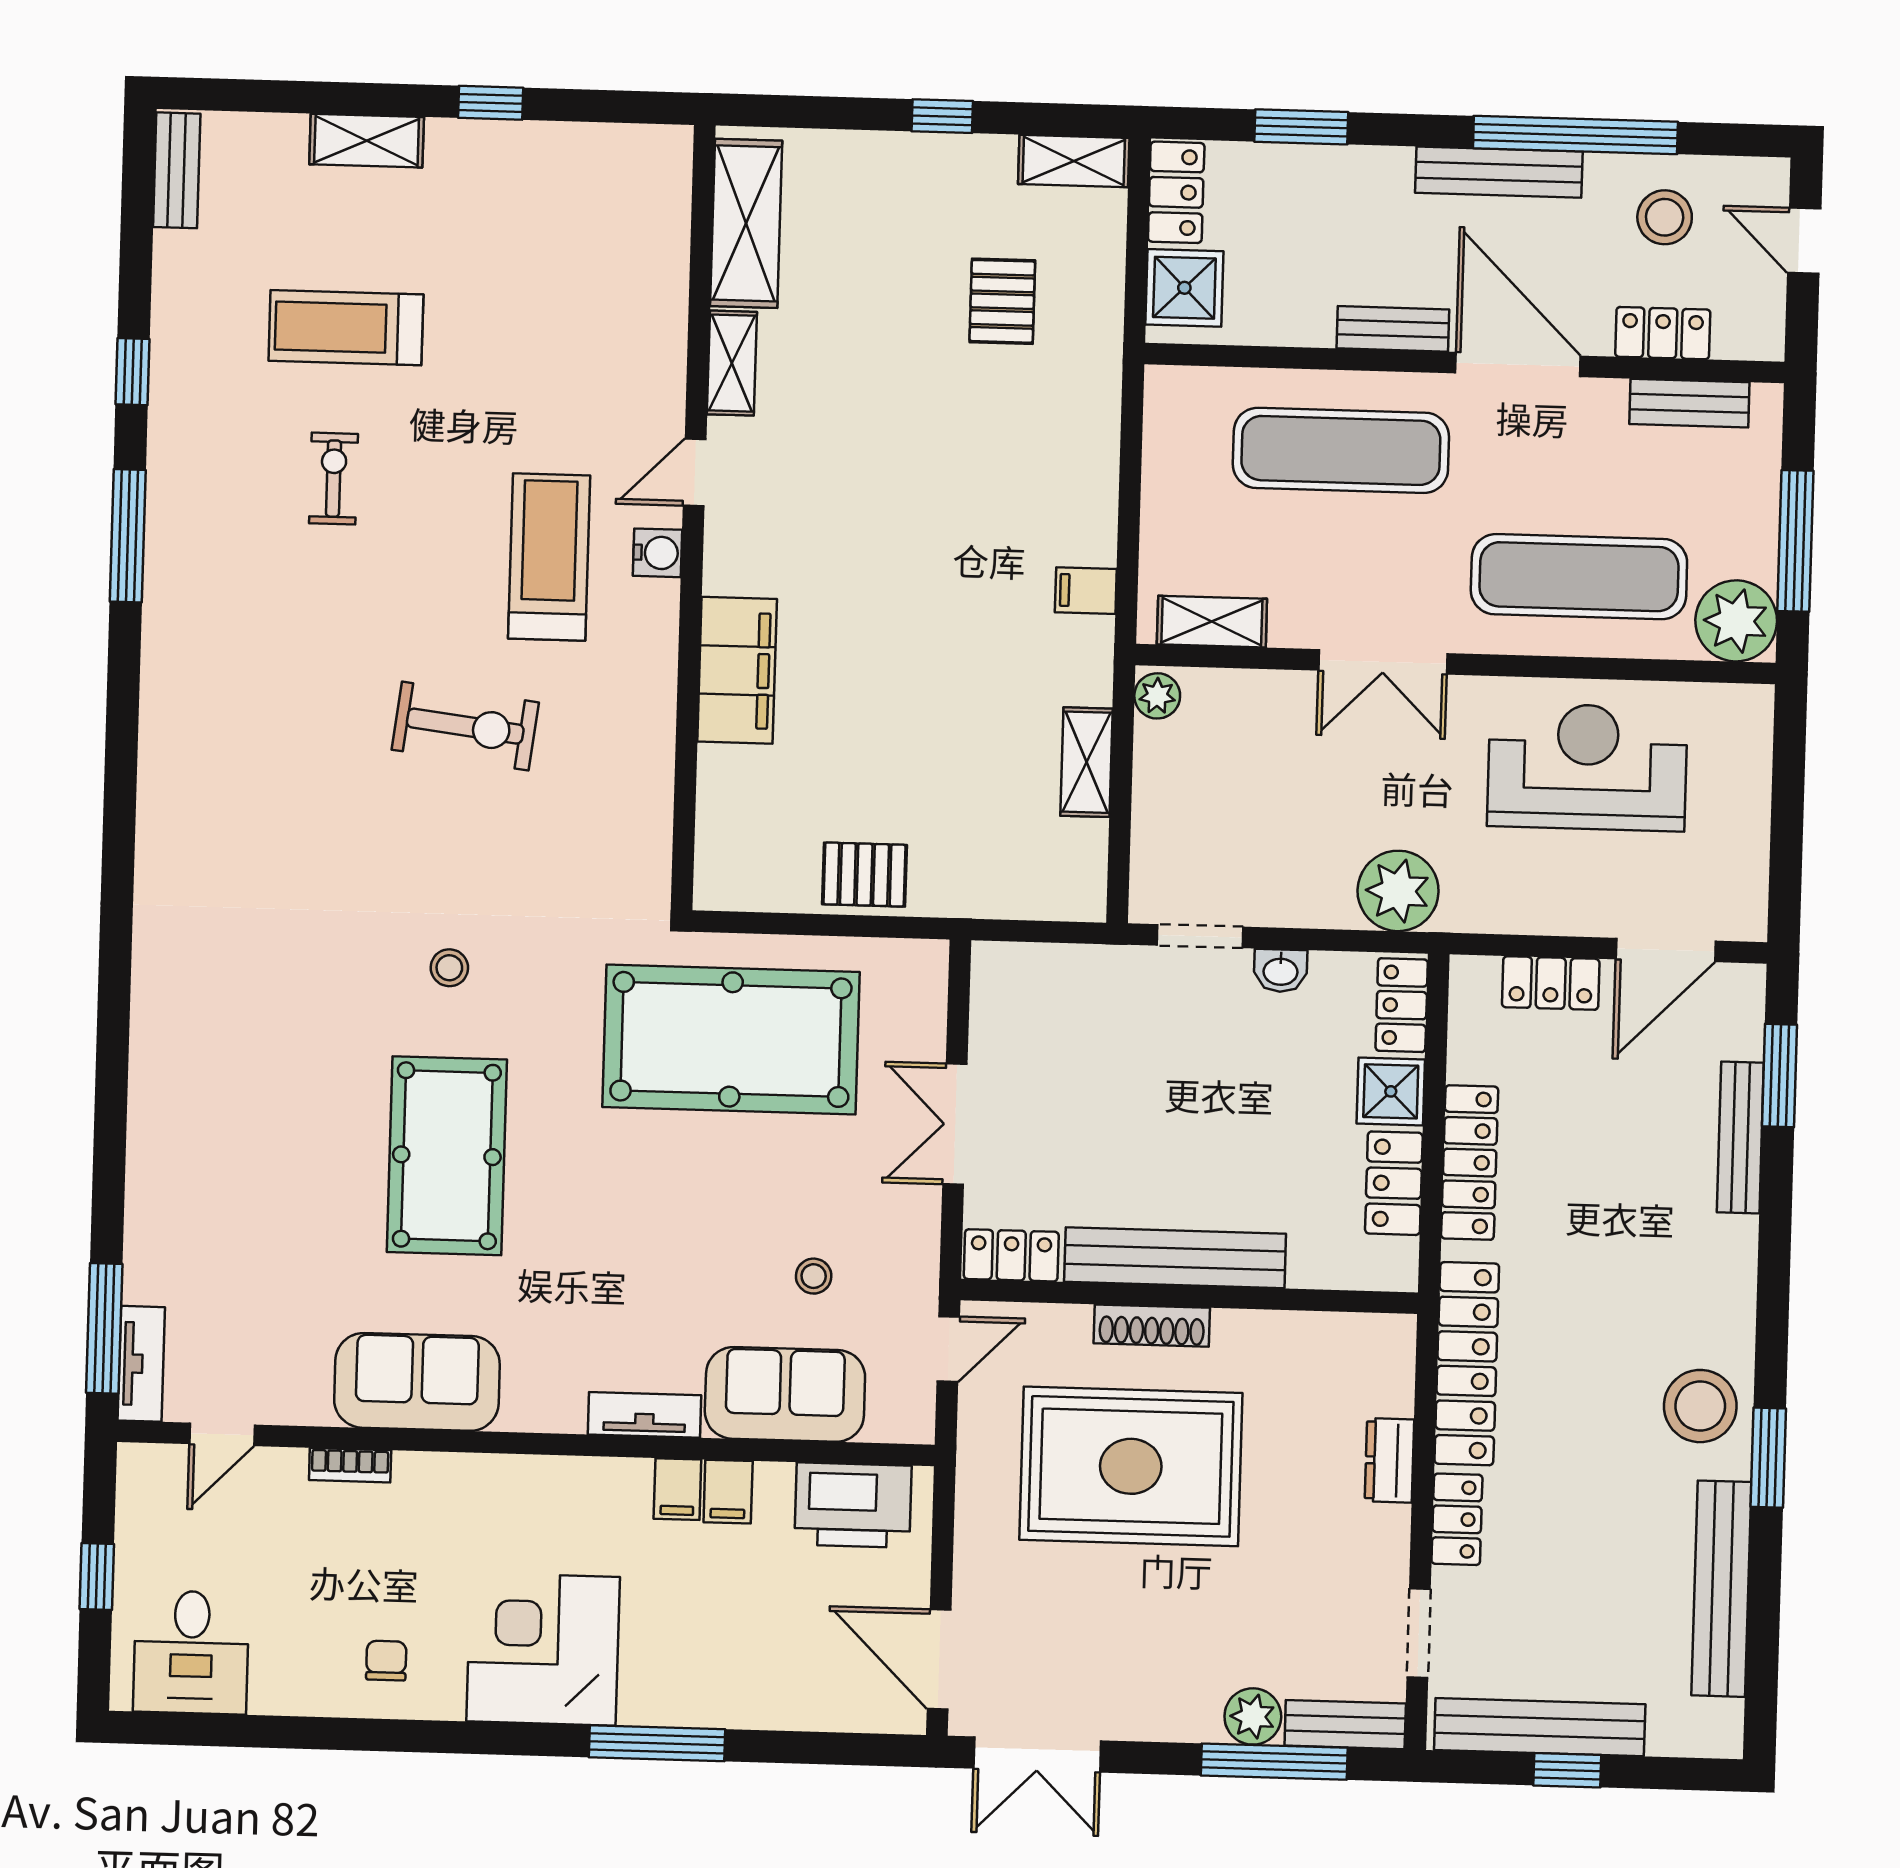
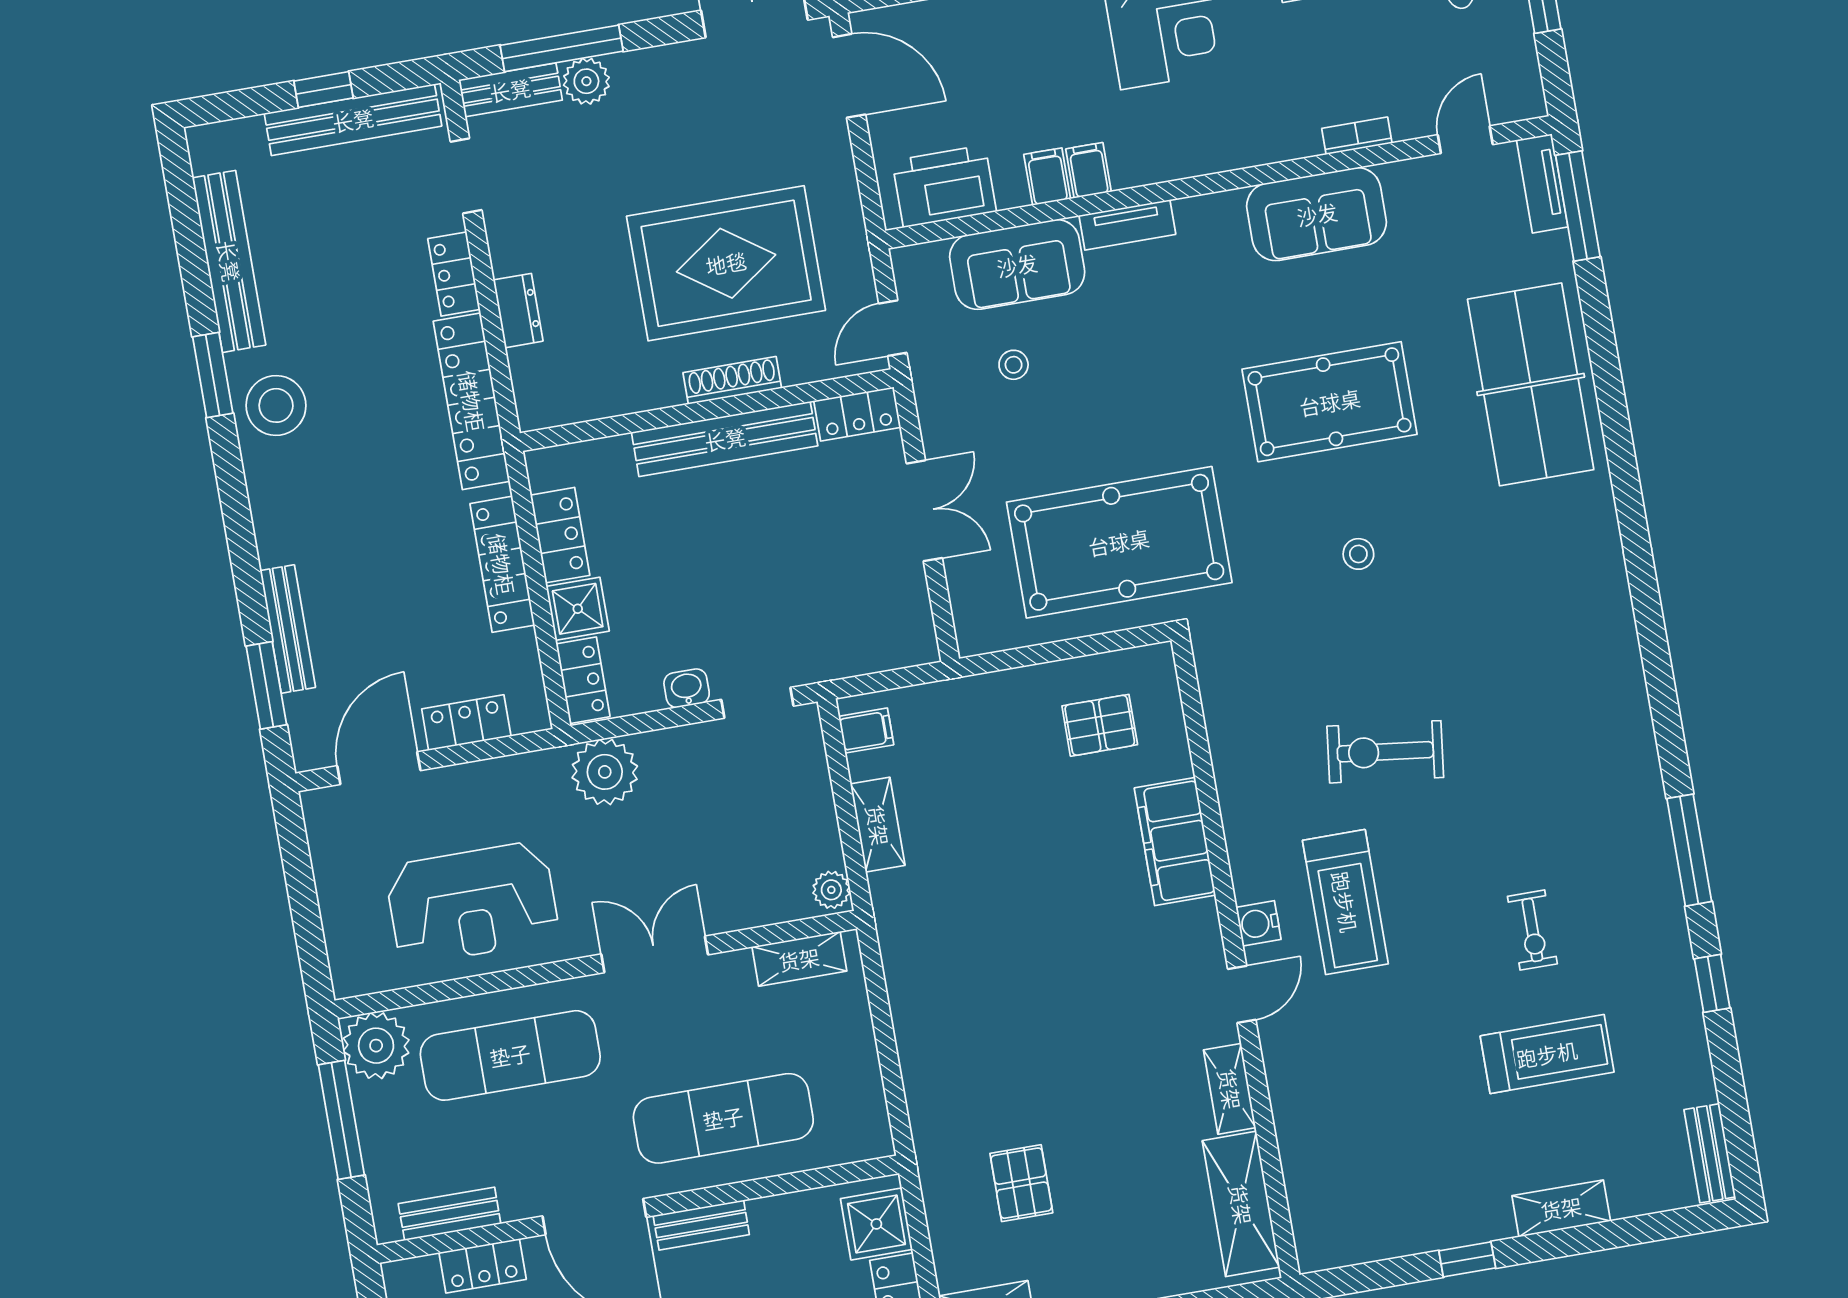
filing cabinet: (1086, 591) -> (866, 731), moved
pallet: (864, 875) -> (1100, 725), moved
table tennis table: (204, 1128) -> (1531, 384), added
pool table: (447, 1156) -> (1330, 402), turned 90

